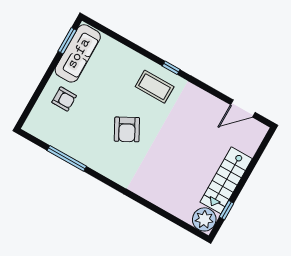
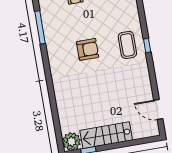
armchair: (127, 129) -> (88, 49), turned -152

